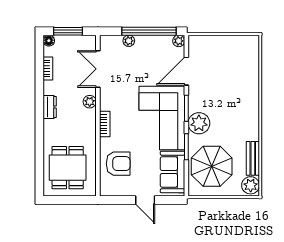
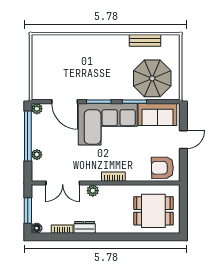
dresser: (50, 107) -> (85, 227), moved
plant: (199, 123) -> (113, 90), removed
armchair: (118, 164) -> (162, 168), moved, turned -91
plant: (251, 185) -> (170, 43), removed

